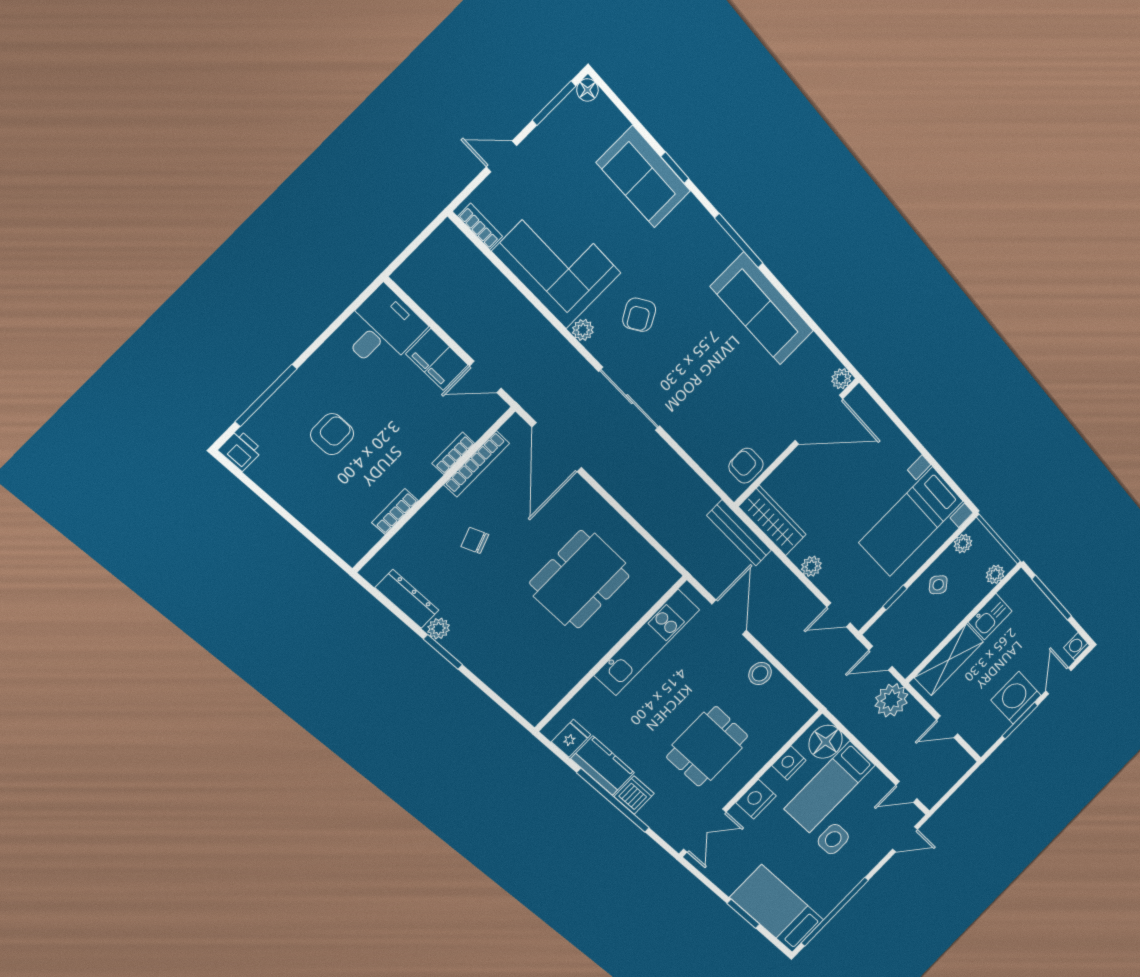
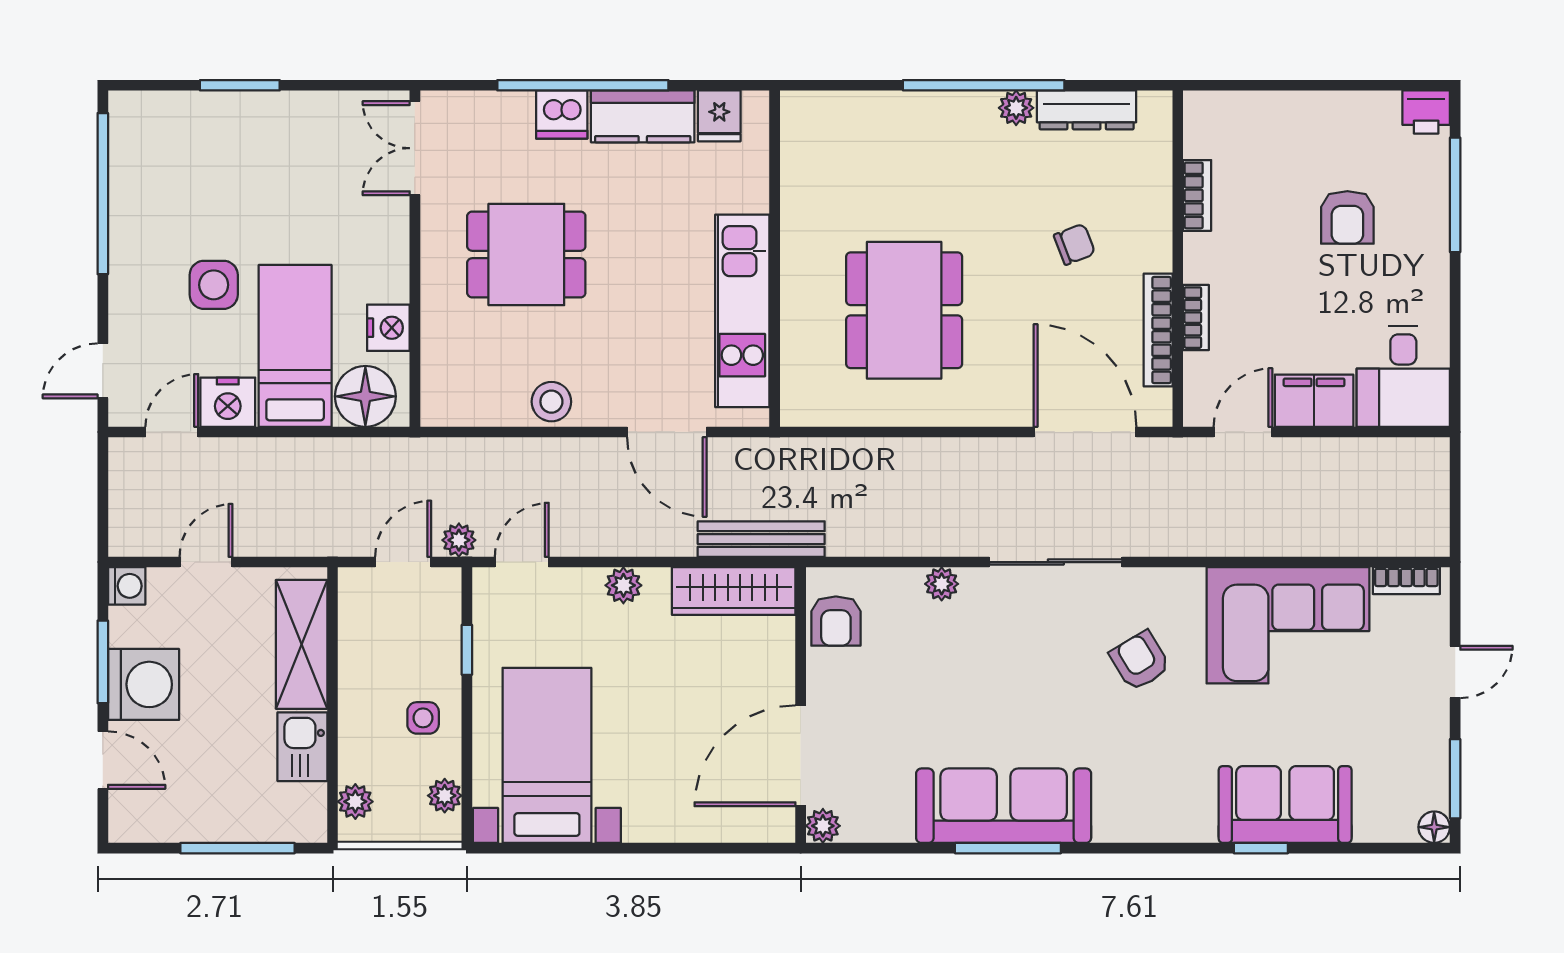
window: (739, 241) -> (1008, 848), moved
plant: (583, 330) -> (942, 584), moved
armchair: (746, 466) -> (836, 621), turned 90
side table: (938, 585) -> (423, 718), turned 45
washing machine: (1077, 646) -> (127, 586), moved
window: (443, 652) -> (984, 85), width x2.11
plant: (891, 700) -> (459, 540), moved, width x0.53, depth x0.53
dining table: (707, 746) -> (526, 254), turned 90
nightstand: (756, 799) -> (228, 402), moved, turned 90
bed: (777, 909) -> (196, 130), removed

